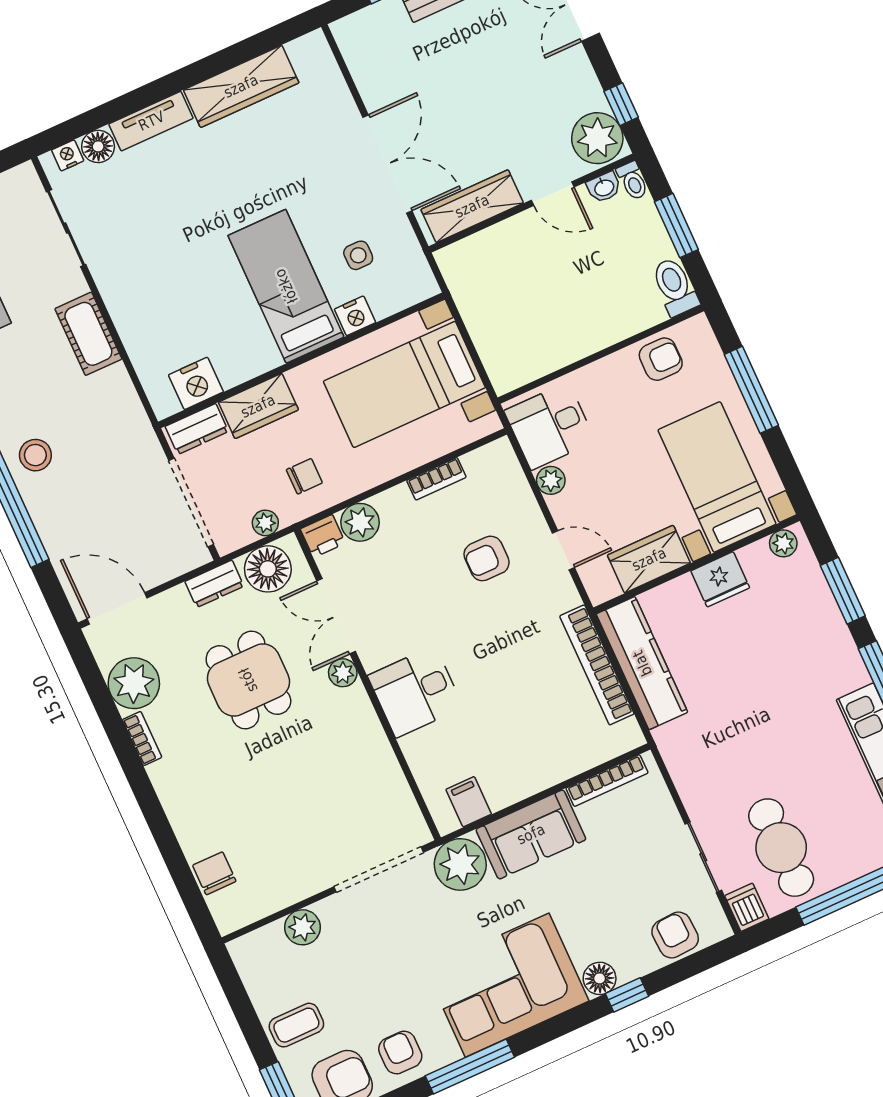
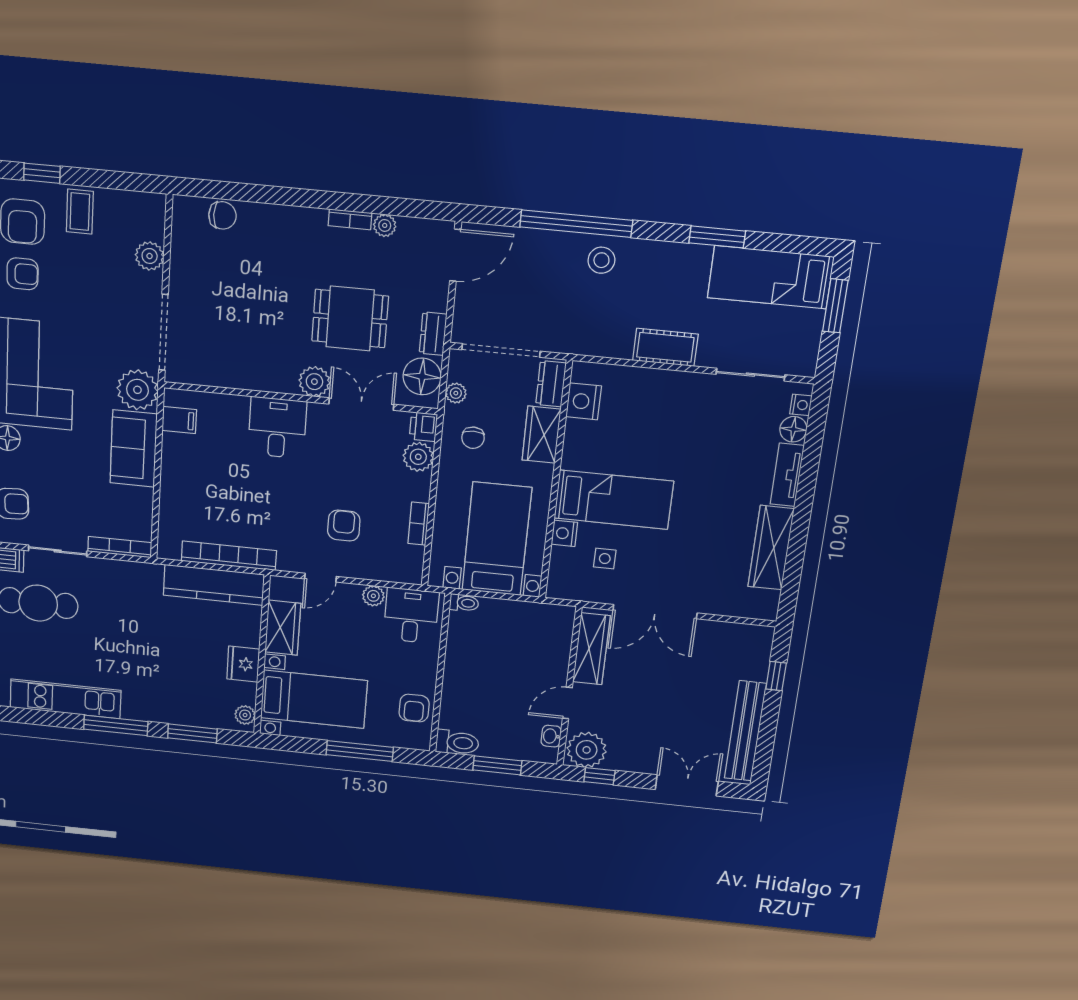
toilet: (633, 181) -> (464, 603), moved, turned 180
plant: (343, 673) -> (314, 382), width x1.38, depth x1.38
plant: (134, 683) -> (385, 225), width x0.53, depth x0.53
bookcase: (607, 781) -> (120, 547), moved, turned 90

